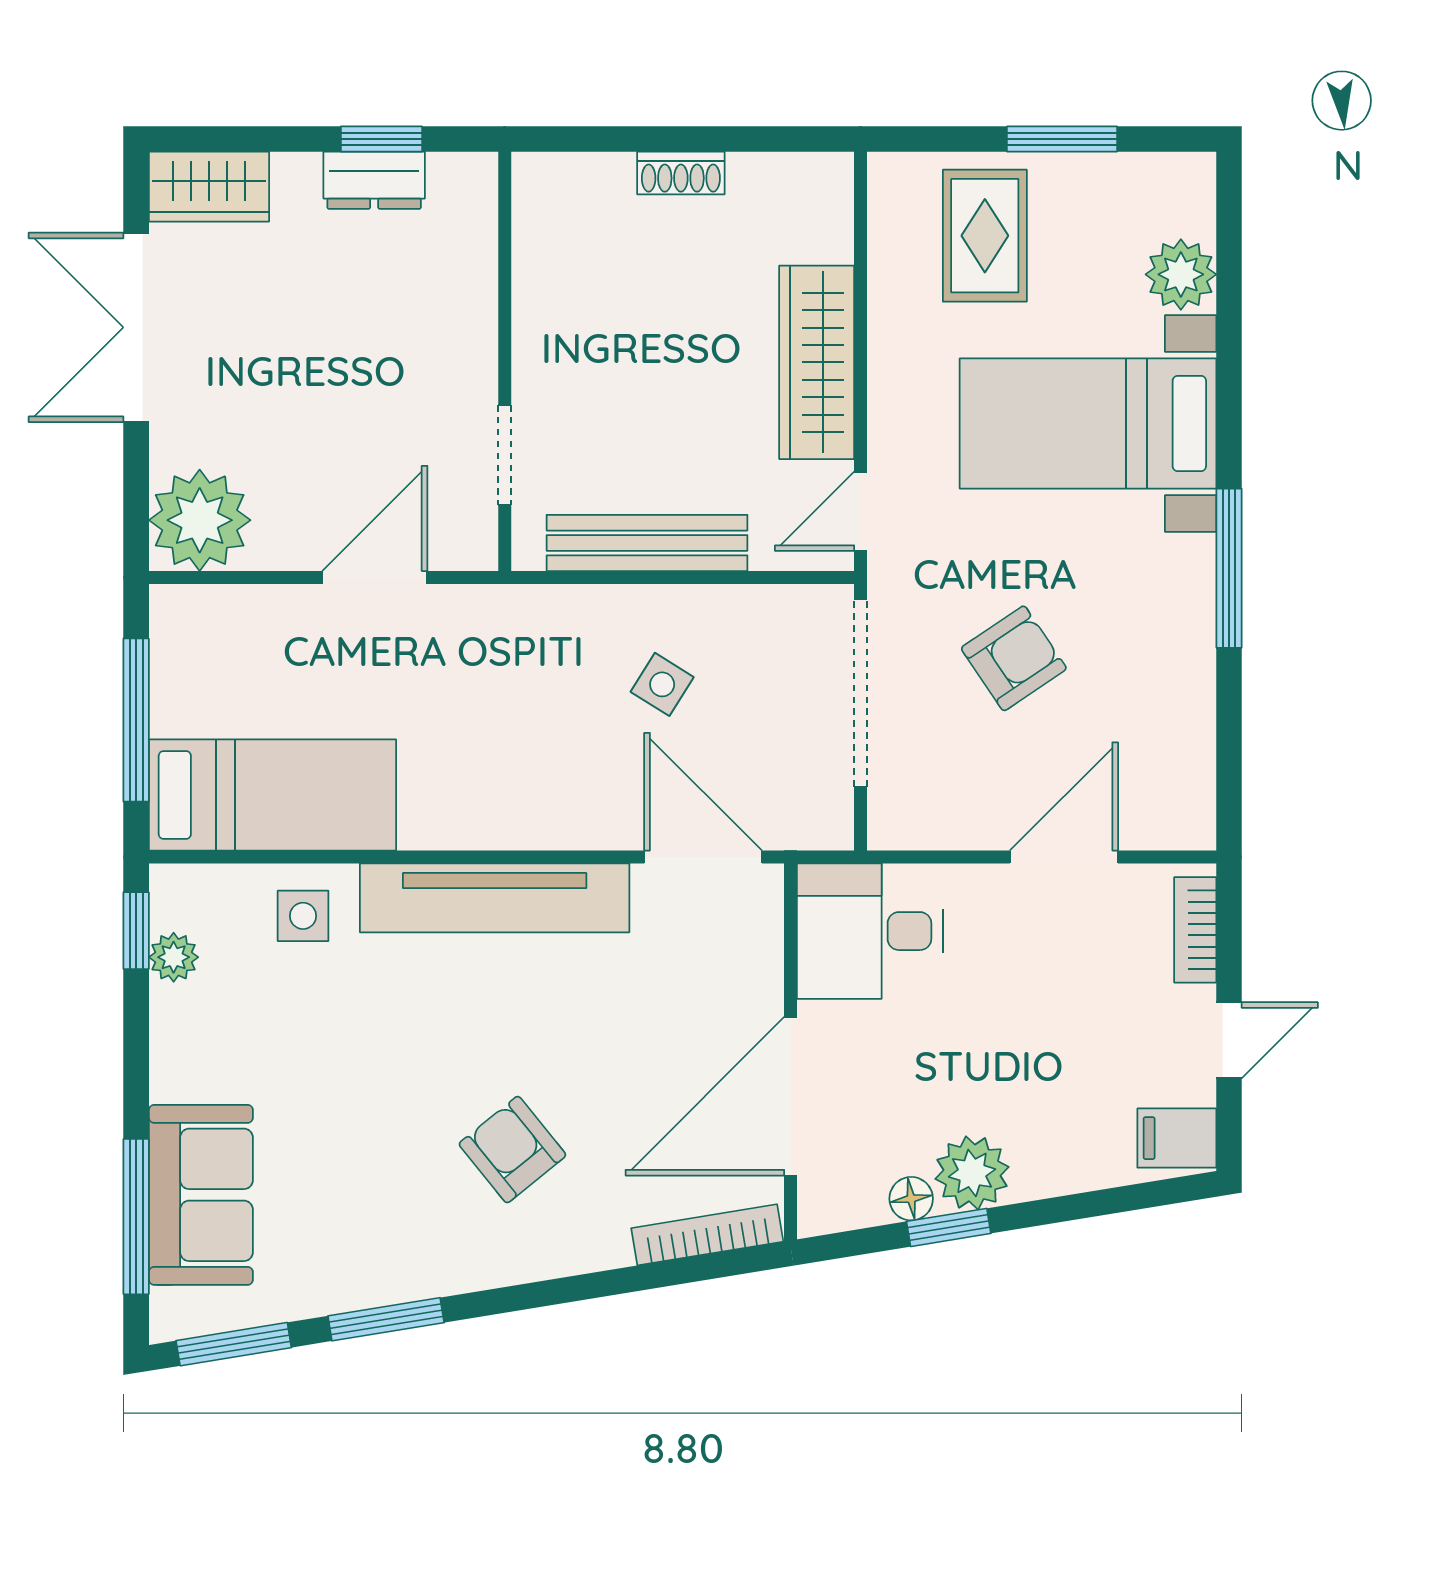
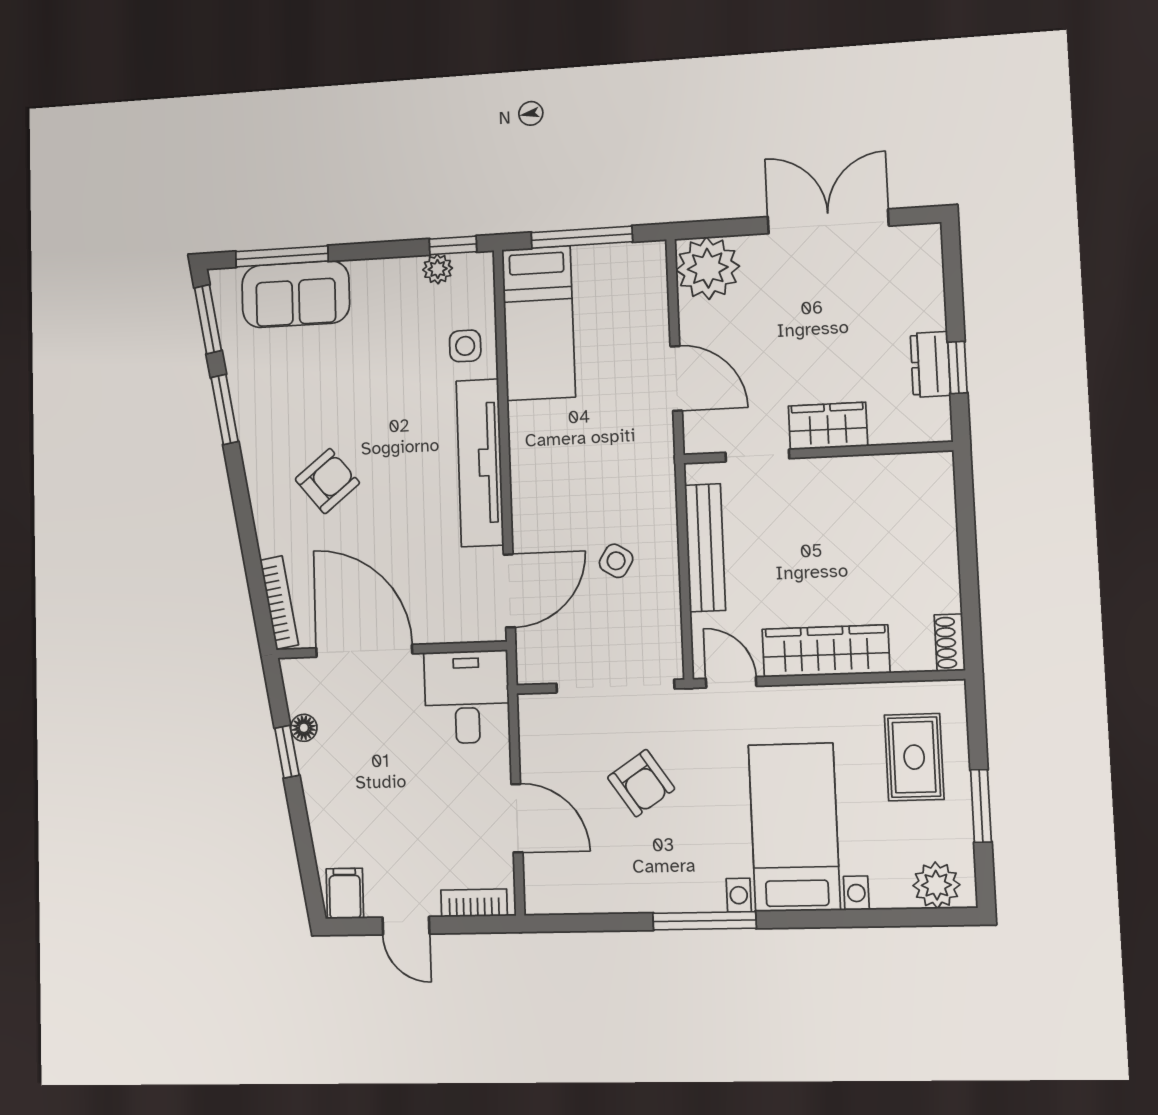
shoe rack: (681, 173) -> (950, 643), moved
wardrobe: (209, 187) -> (828, 426), moved, turned 90
rug: (985, 236) -> (914, 757), turned 90
plant: (1181, 274) -> (936, 885), moved
plant: (972, 1173) -> (320, 765), removed

